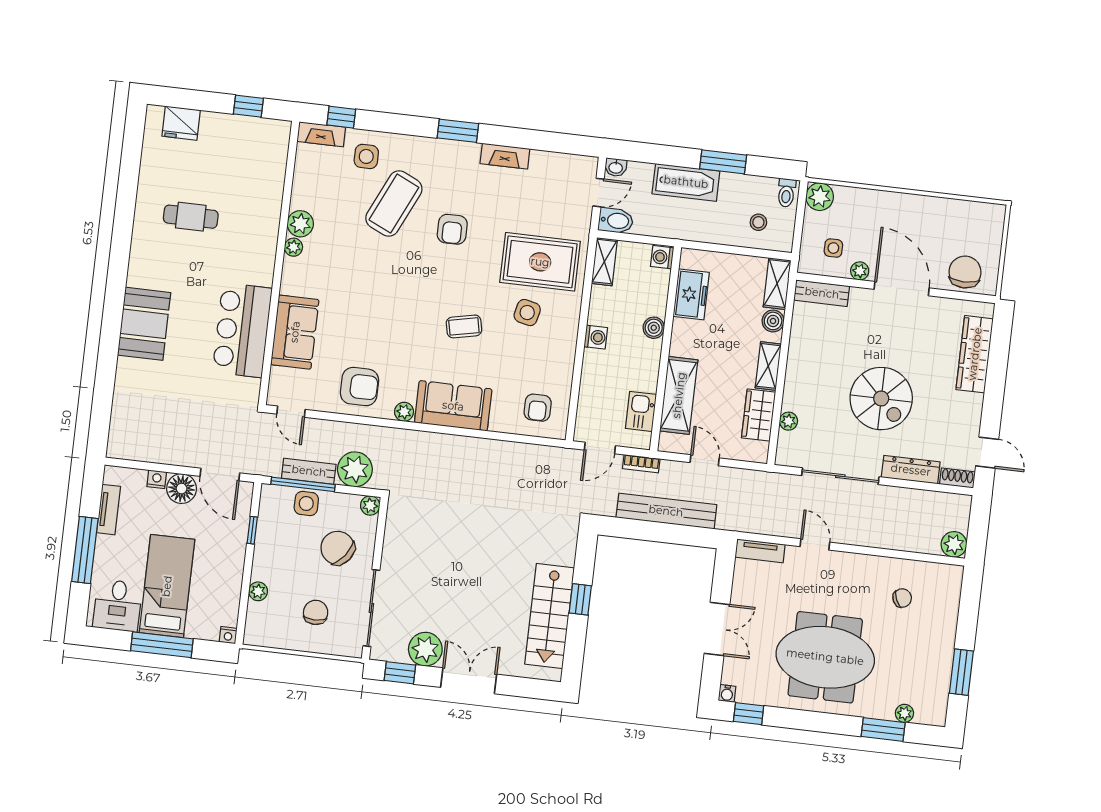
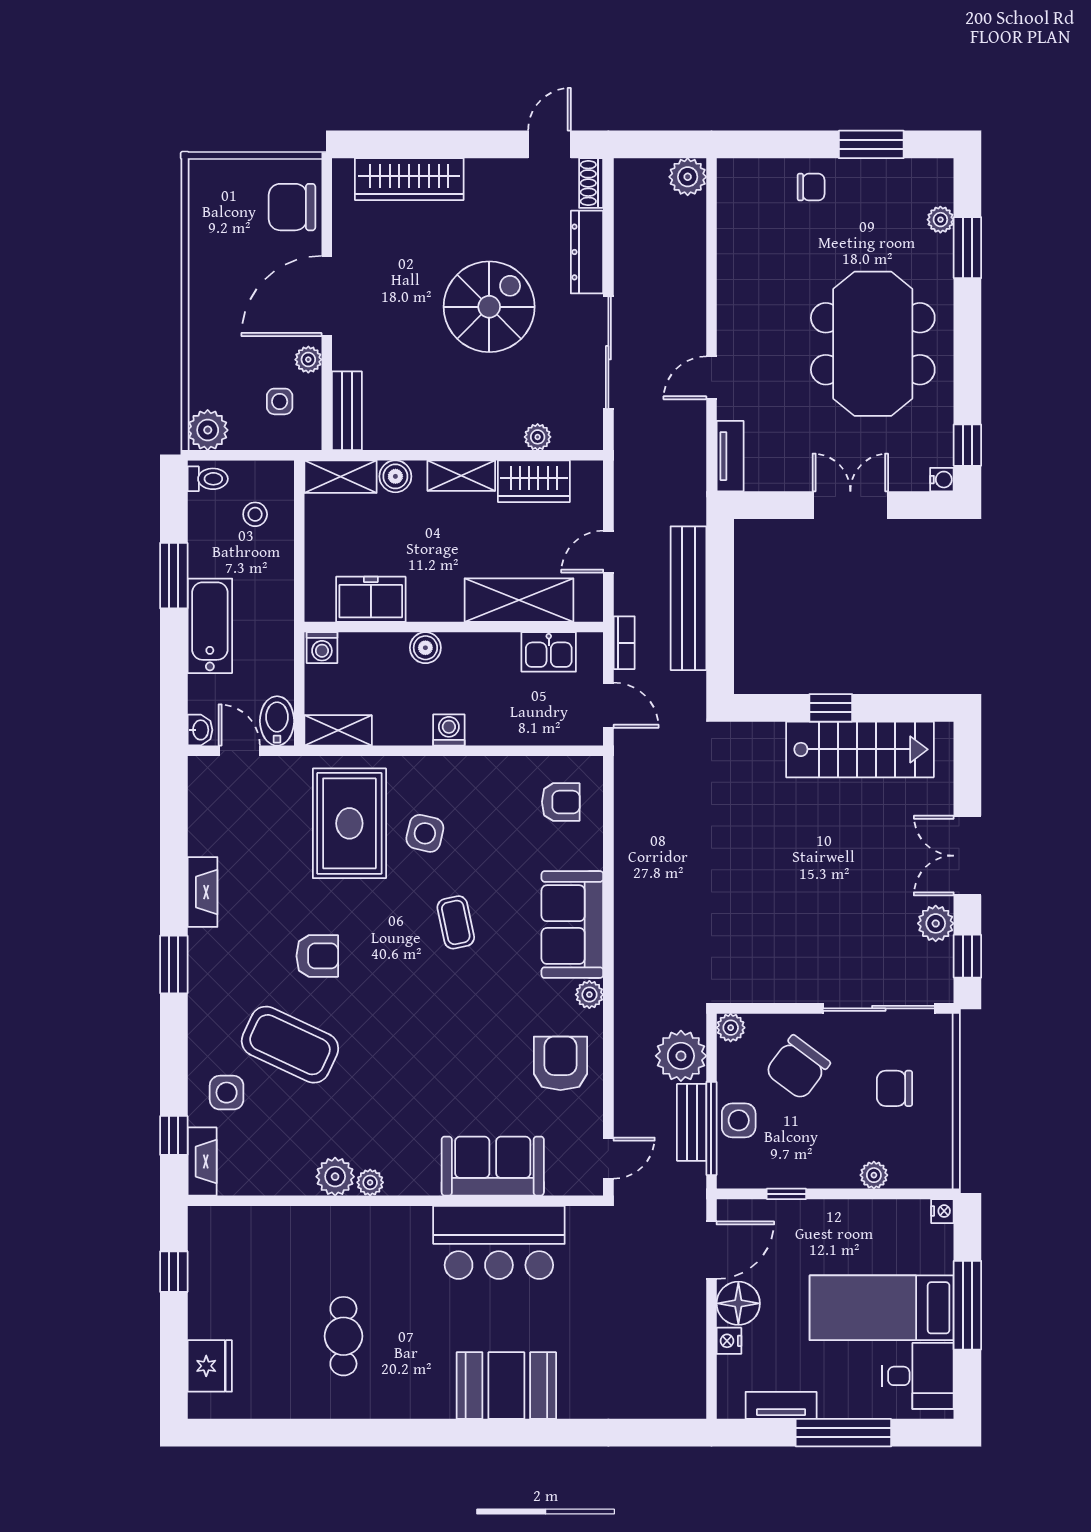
chair: (902, 598) -> (811, 187), moved, turned 114
plant: (425, 649) -> (936, 923), width x0.73, depth x0.73

